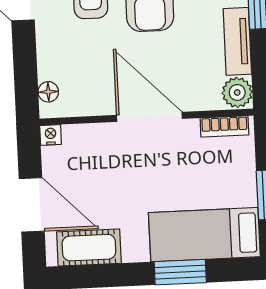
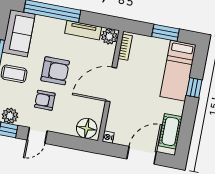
floor lamp: (48, 92) -> (87, 128), width x1.89, depth x1.89
window: (180, 272) -> (194, 88), width x0.67

